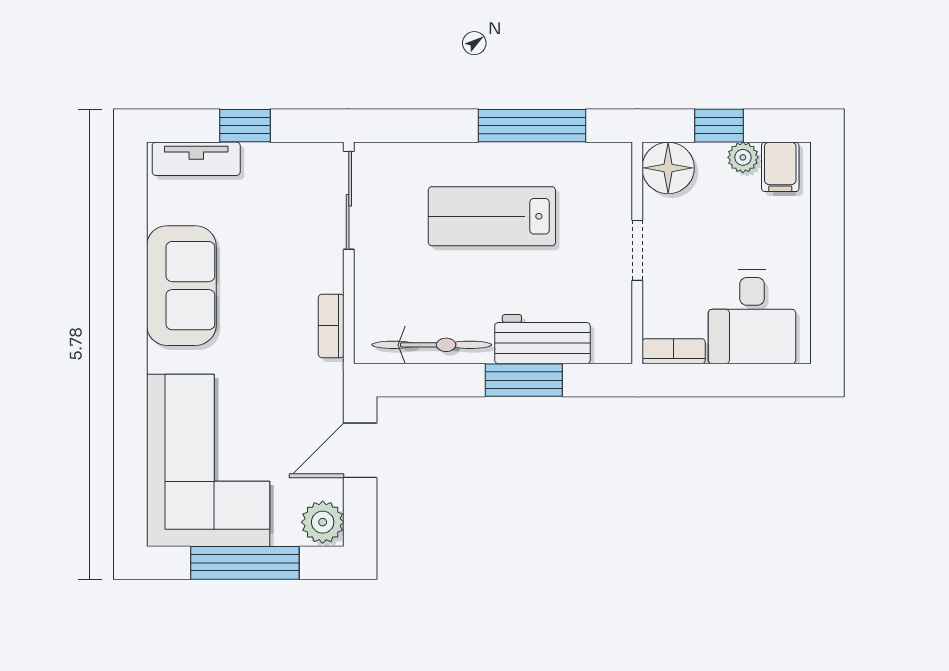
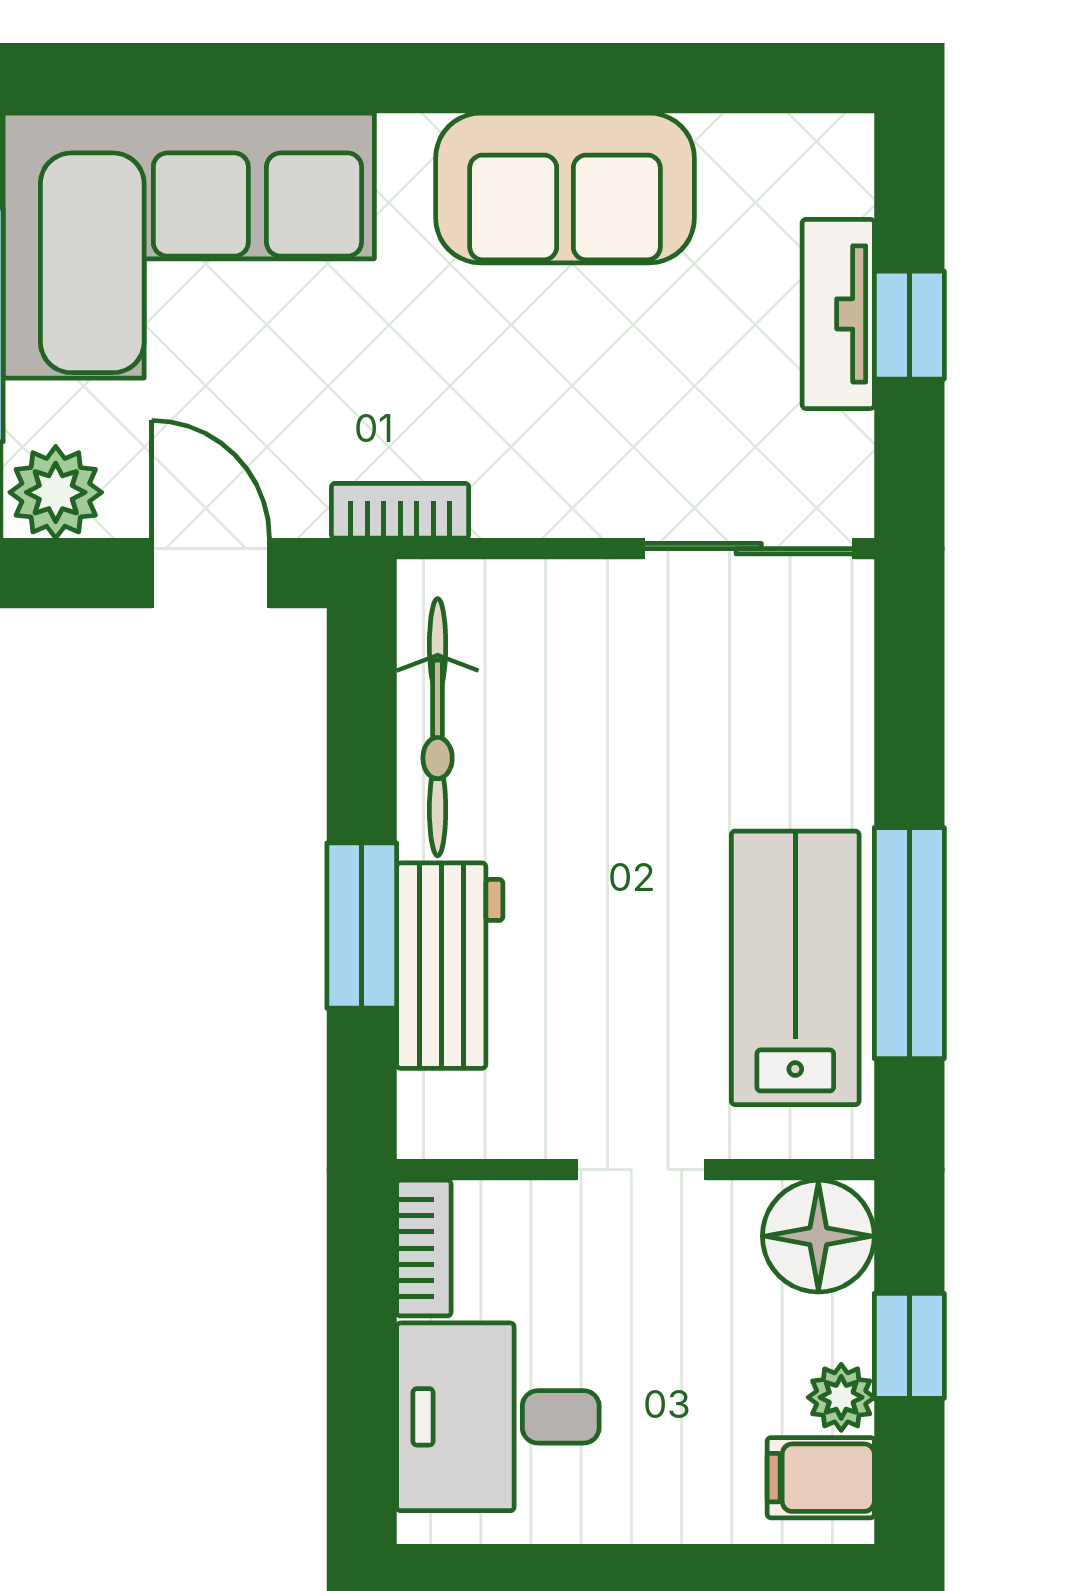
tv unit: (196, 159) -> (838, 314), moved
lab bench: (492, 216) -> (795, 968), moved
bookcase: (331, 326) -> (400, 511), moved

